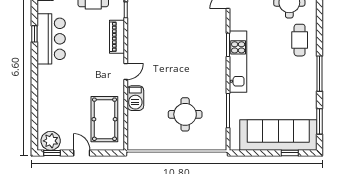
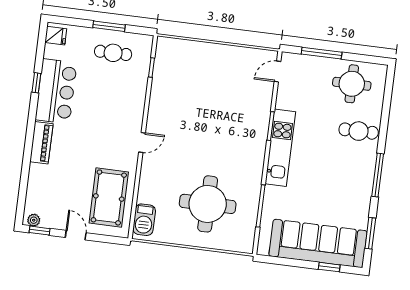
piano: (117, 37) -> (41, 143), moved, turned 180
cafe table: (300, 40) -> (359, 131), turned 90
barbecue: (135, 98) -> (144, 220), moved
round table: (185, 114) -> (208, 204), width x1.36, depth x1.36
plant: (51, 141) -> (34, 220), width x0.53, depth x0.53

